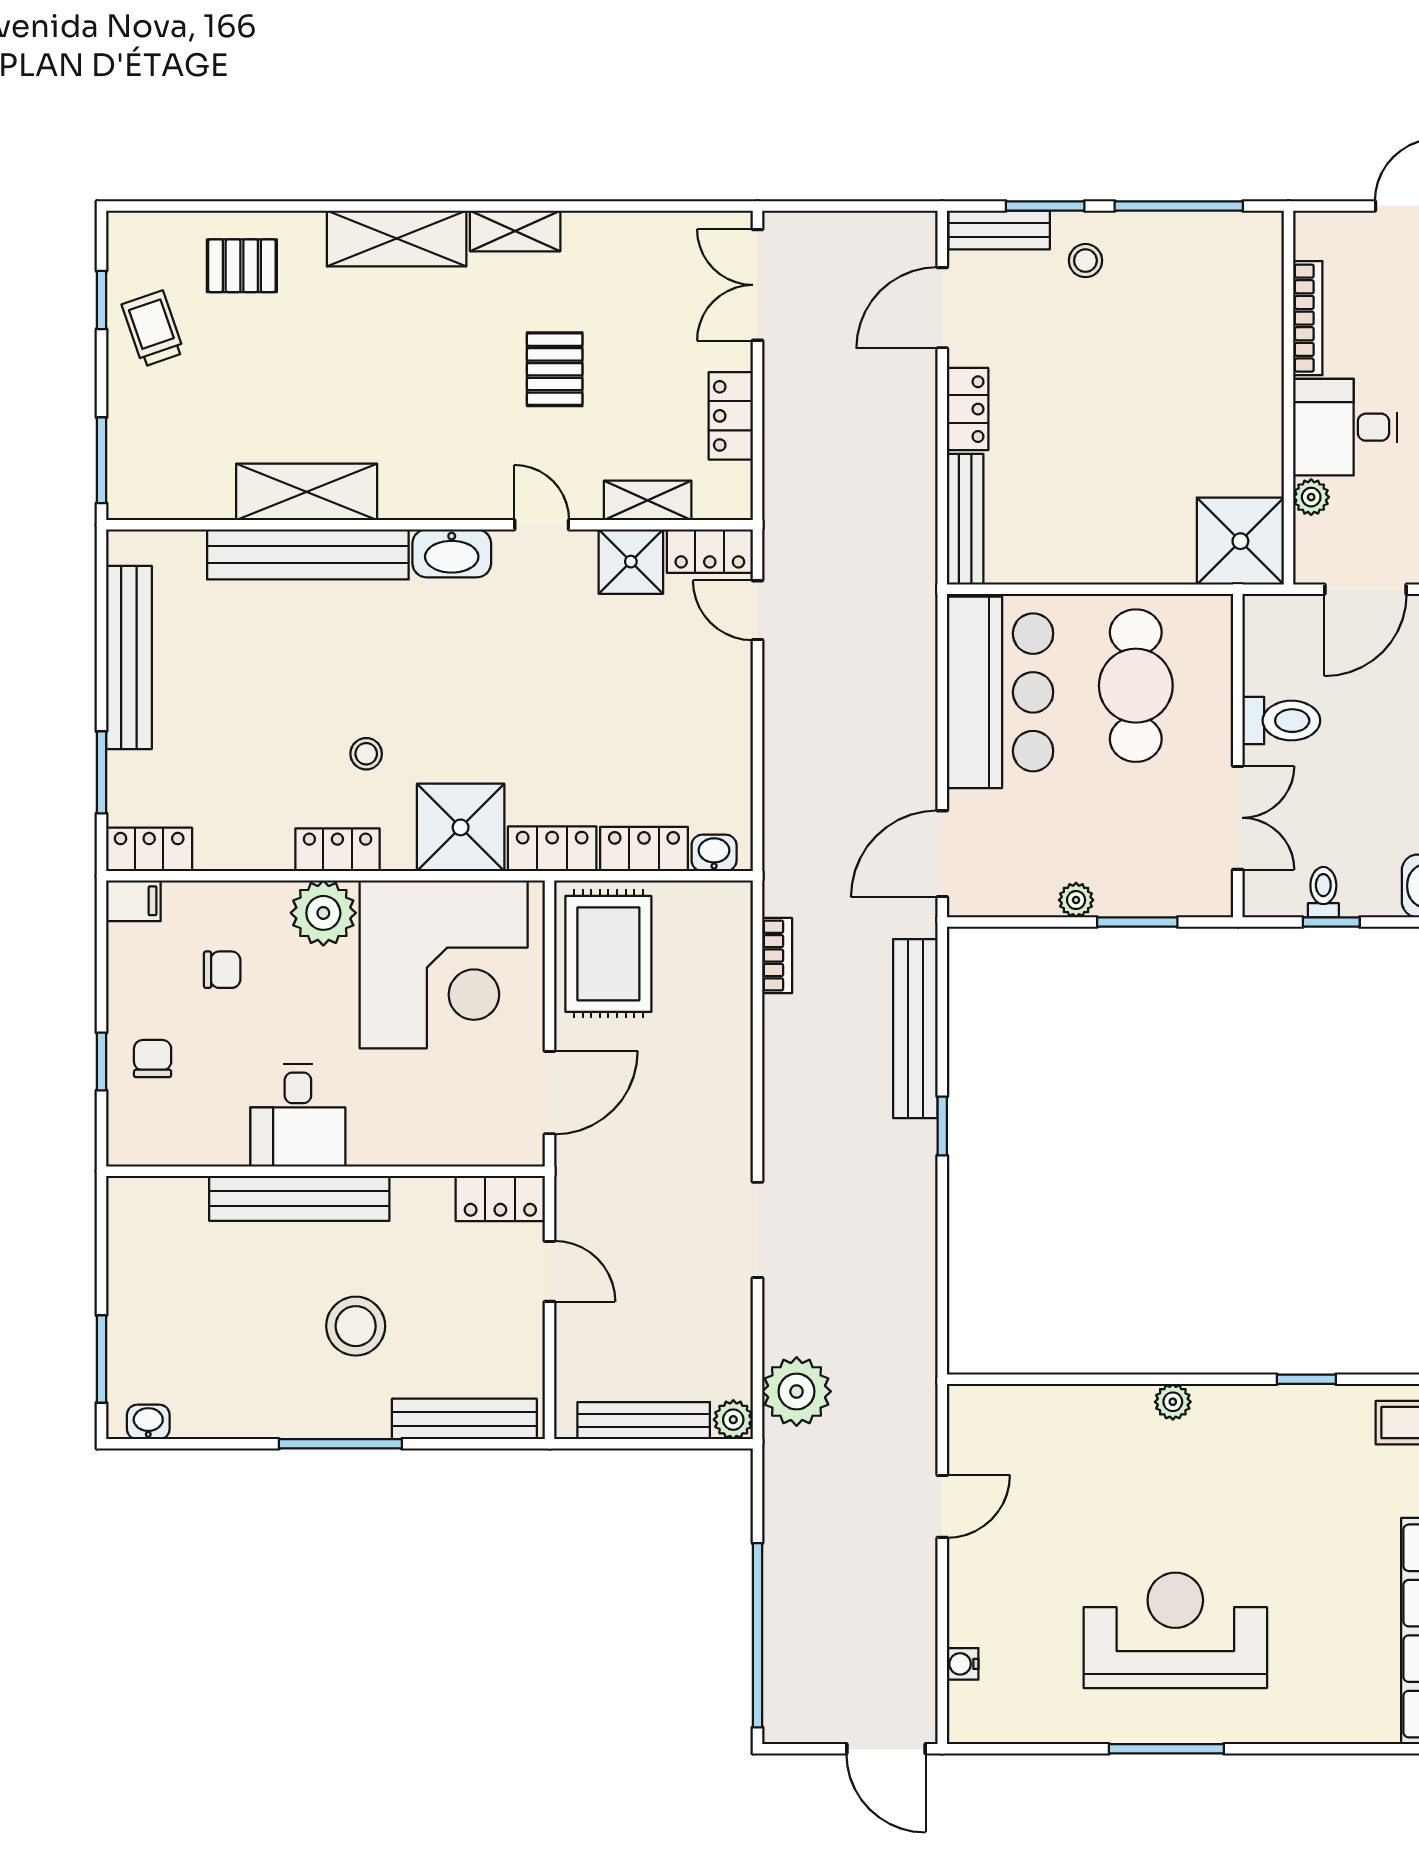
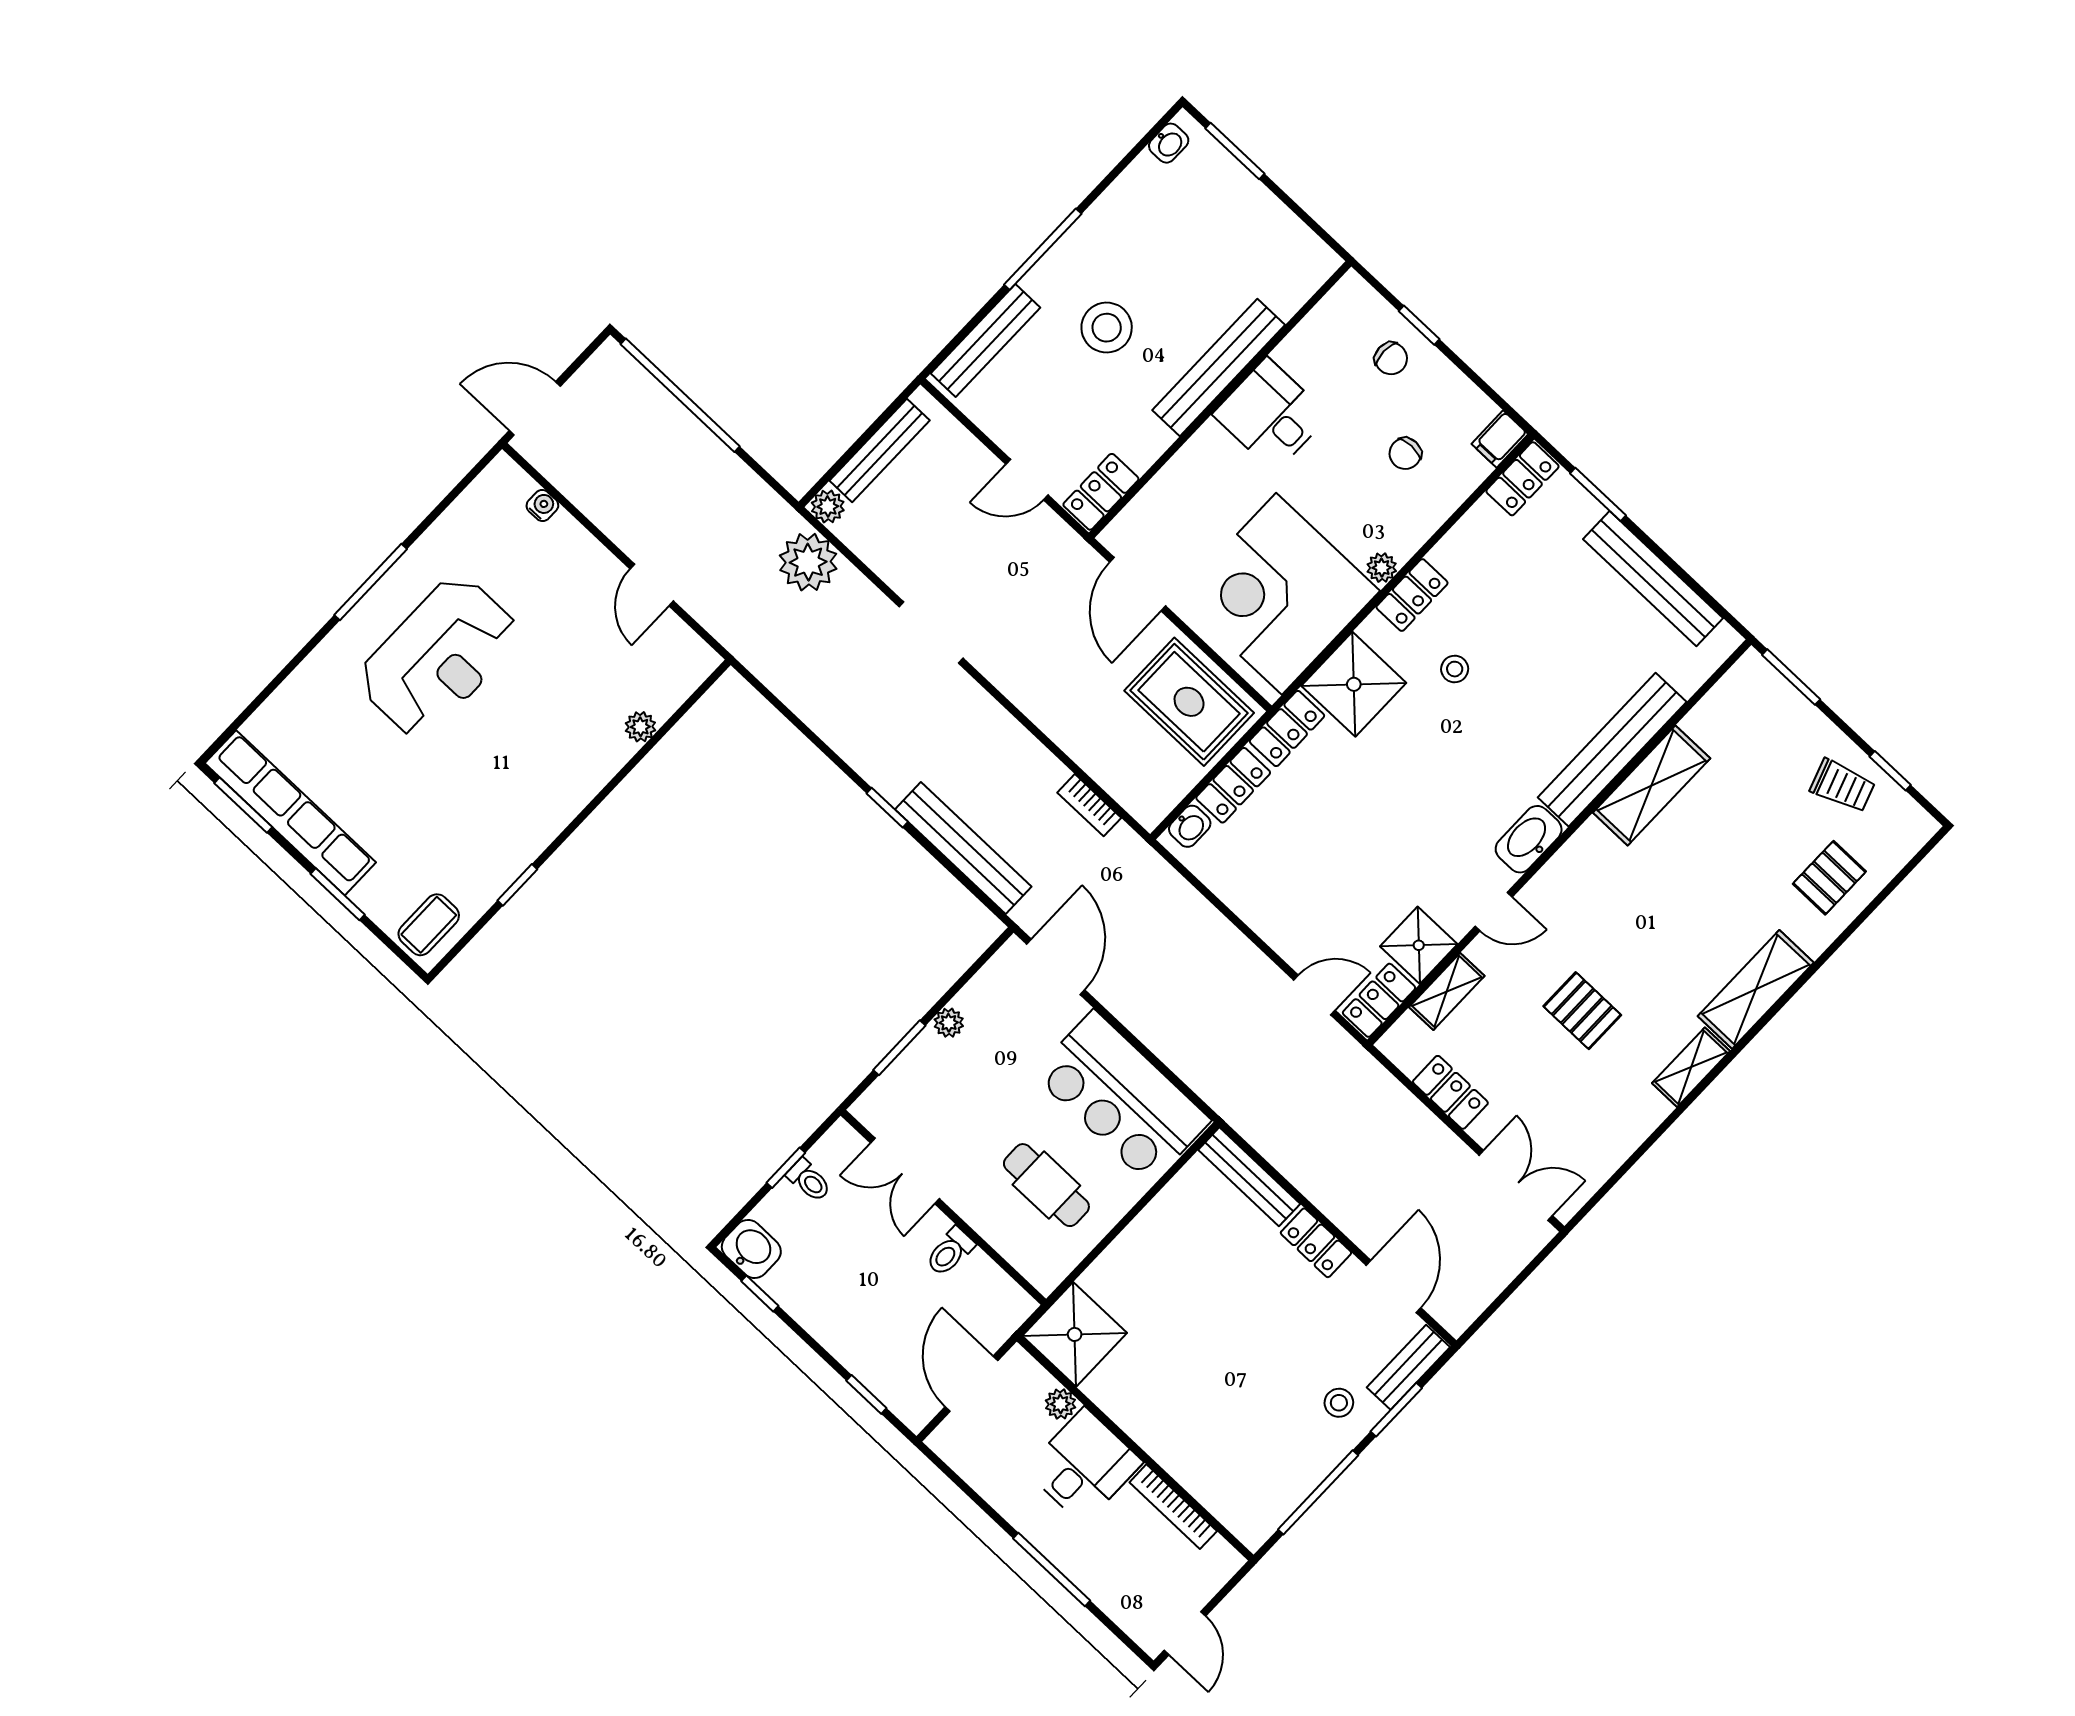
cafe table: (1136, 686) -> (1046, 1185), width x0.73, depth x0.74
toilet: (1281, 721) -> (950, 1252), width x0.73, depth x0.72
plant: (323, 913) -> (1382, 568), width x0.53, depth x0.53
plant: (1173, 1402) -> (640, 727), moved

